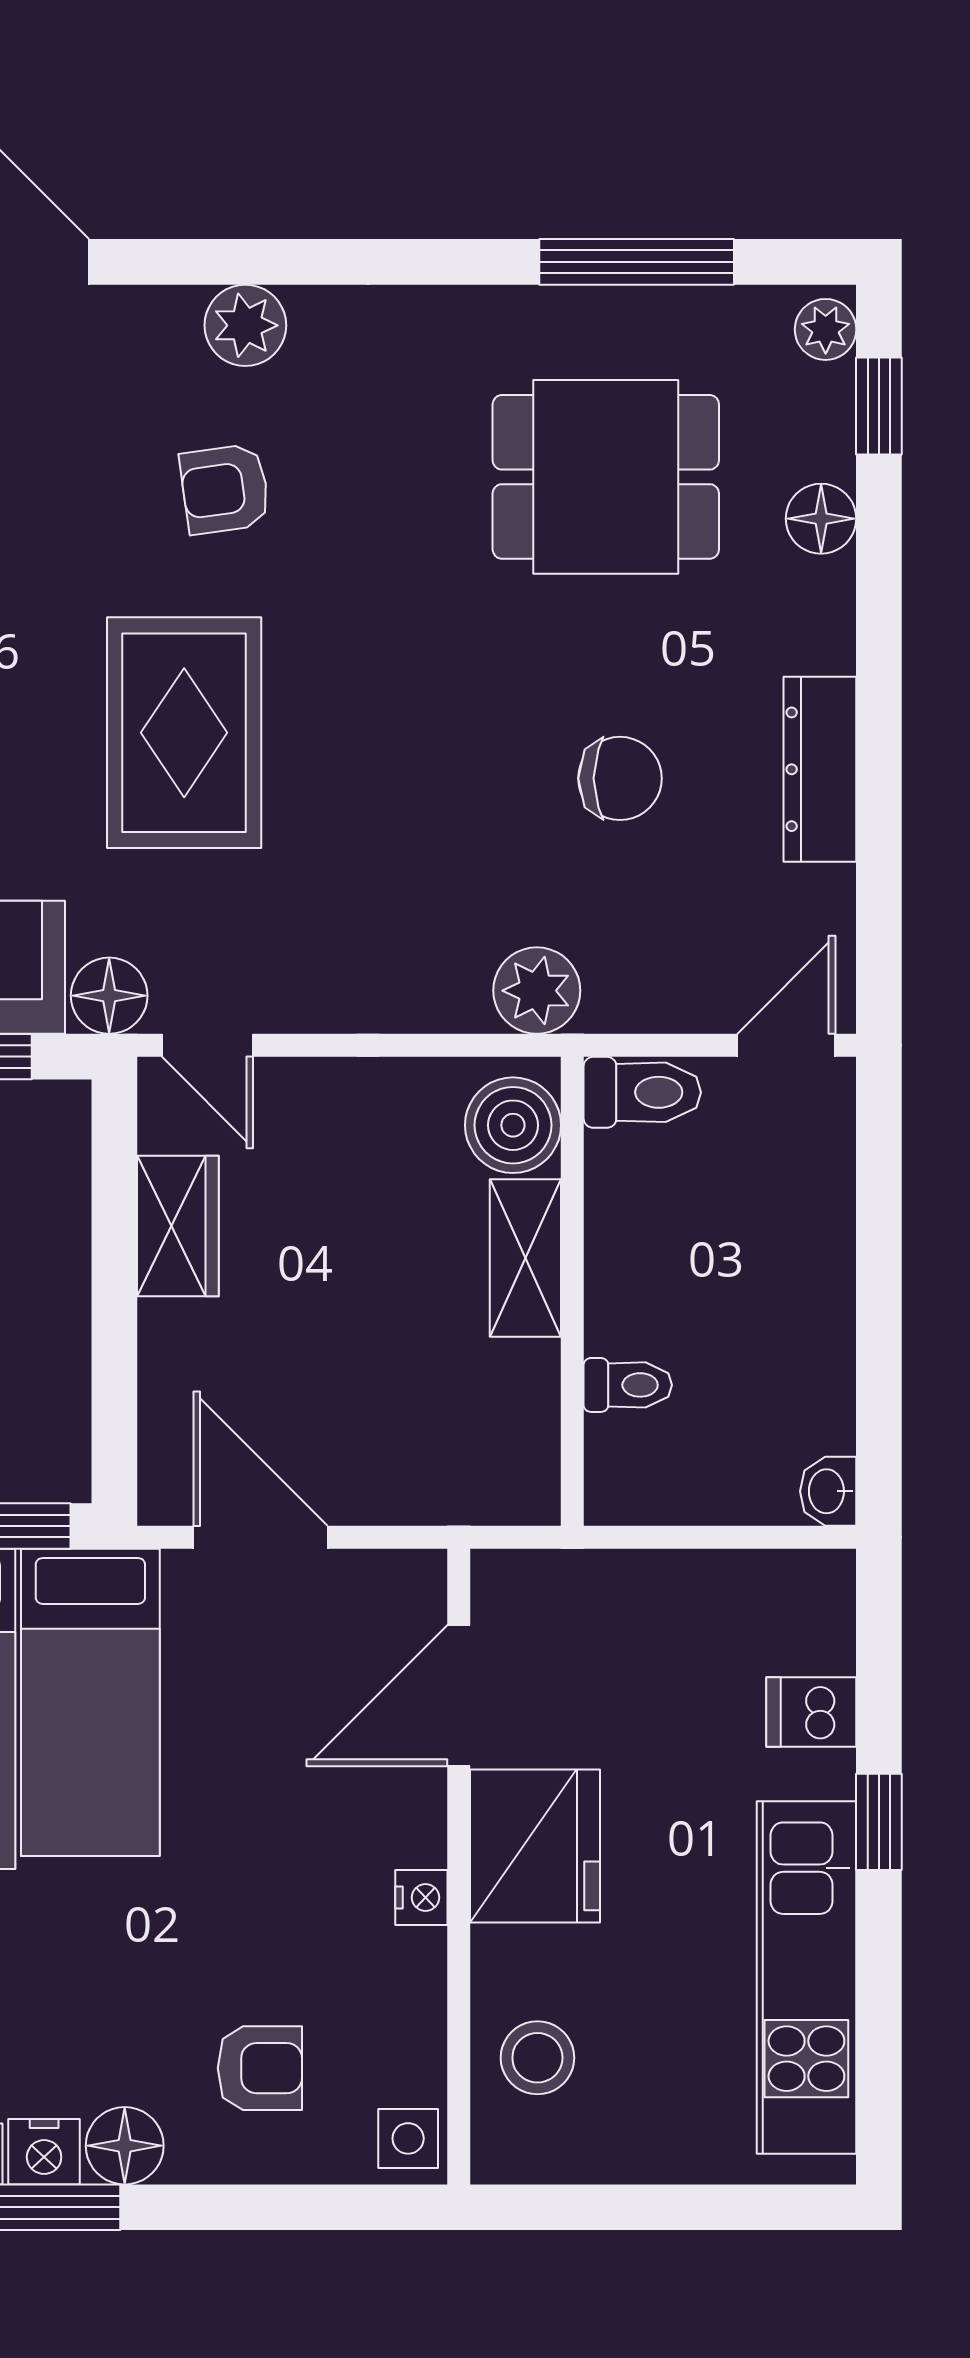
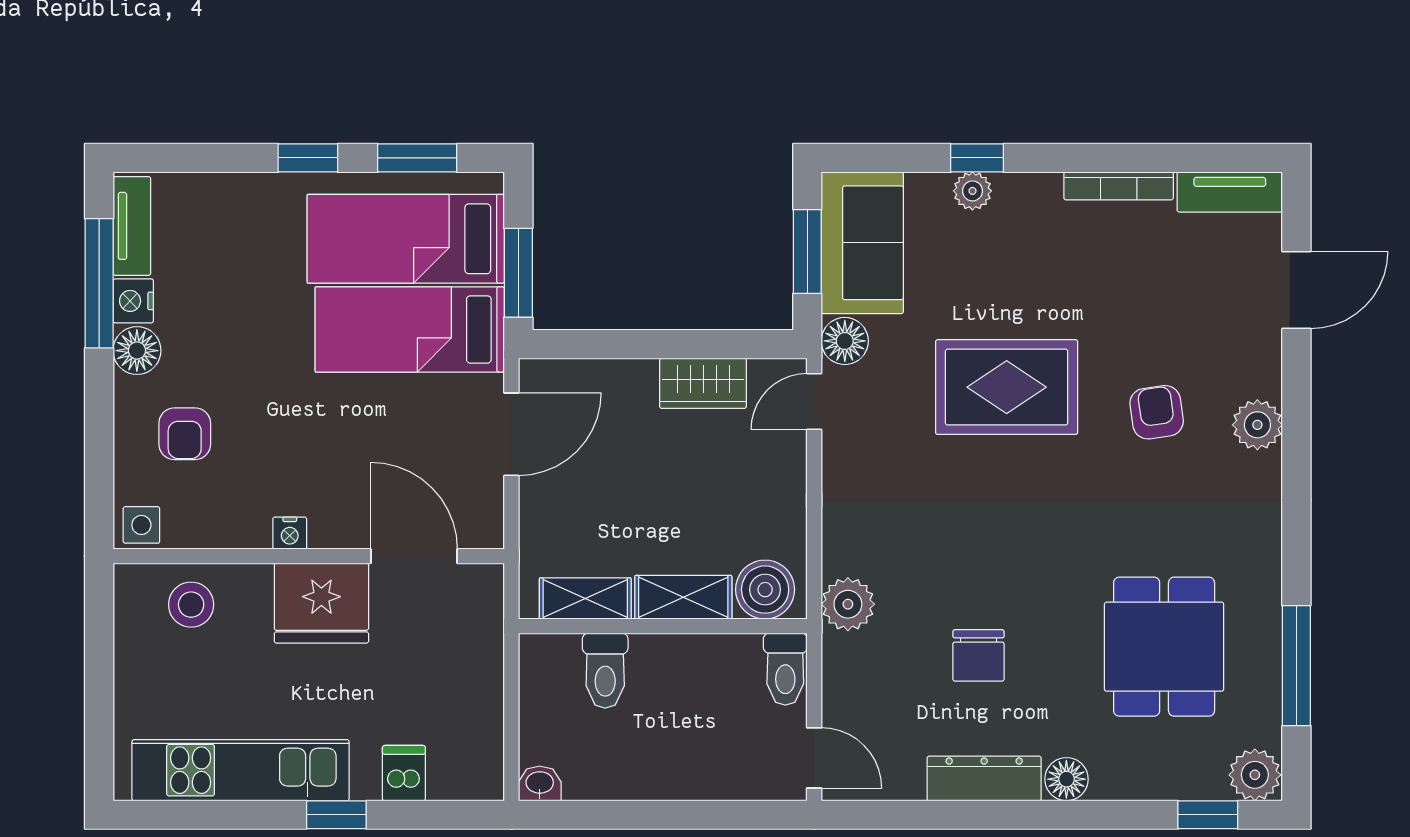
plant: (826, 329) -> (1255, 775), width x1.38, depth x1.38
floor lamp: (821, 519) -> (1066, 779), moved
toilet: (628, 1385) -> (605, 671), width x1.37, depth x1.39
shelving: (527, 1417) -> (585, 598), added

